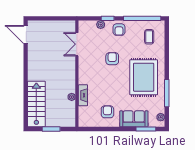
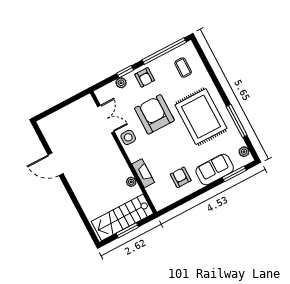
door: (26, 35) -> (56, 164), moved
double door: (77, 44) -> (106, 119), swing flipped
armchair: (112, 59) -> (154, 114), width x1.88, depth x1.88
side table: (86, 65) -> (128, 137), added
stairs: (36, 104) -> (122, 217), moved, turned -90

